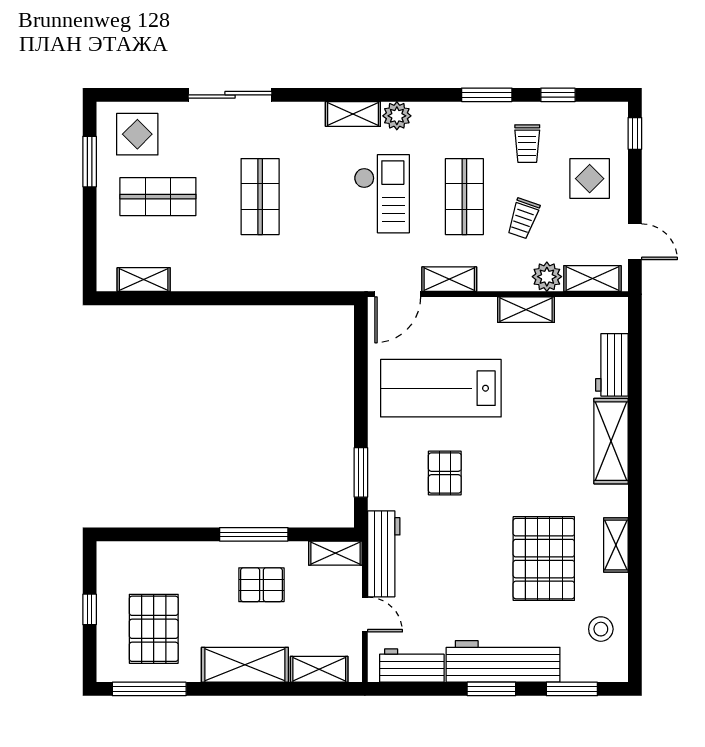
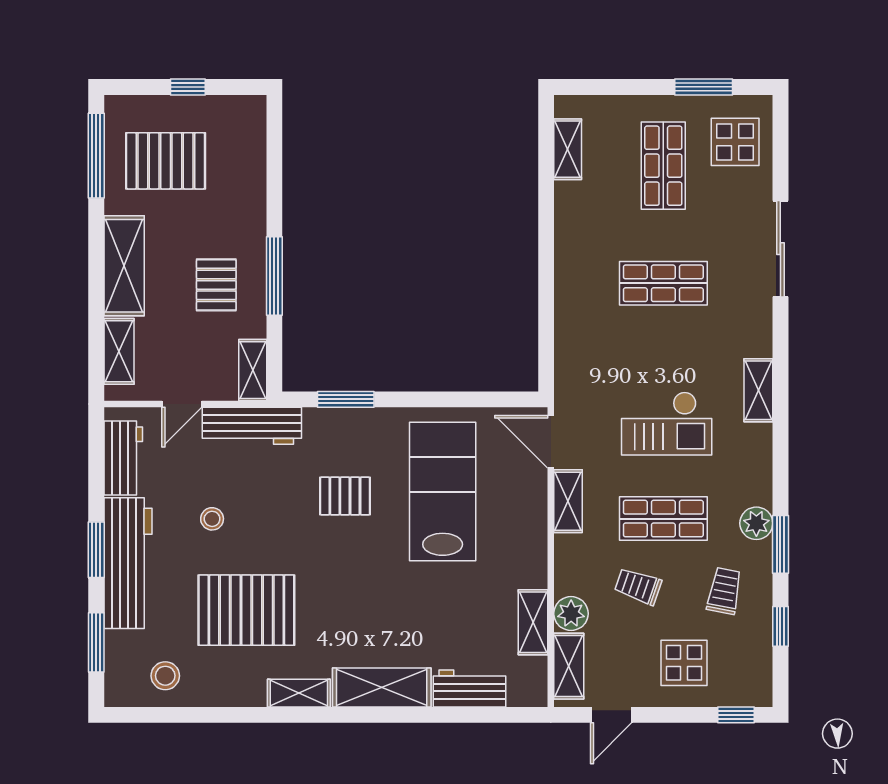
plant: (397, 116) -> (756, 523), moved
trolley: (527, 144) -> (724, 591), turned 101
shelving: (526, 310) -> (533, 622), moved
shelving: (616, 545) -> (299, 693), moved
stool: (465, 588) -> (212, 519), added

